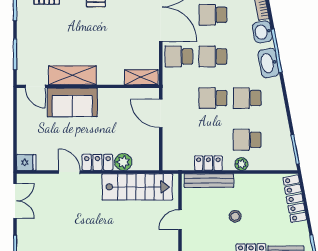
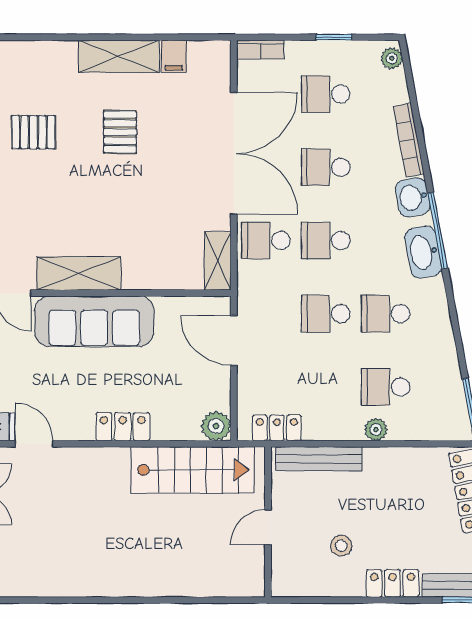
shelving: (141, 77) -> (218, 261), moved, turned 90
sofa: (72, 102) -> (94, 321), width x1.36
plant: (123, 162) -> (216, 426), moved
locker: (208, 163) -> (277, 428), moved
door: (69, 172) -> (34, 444), moved
stool: (235, 216) -> (341, 546), moved

